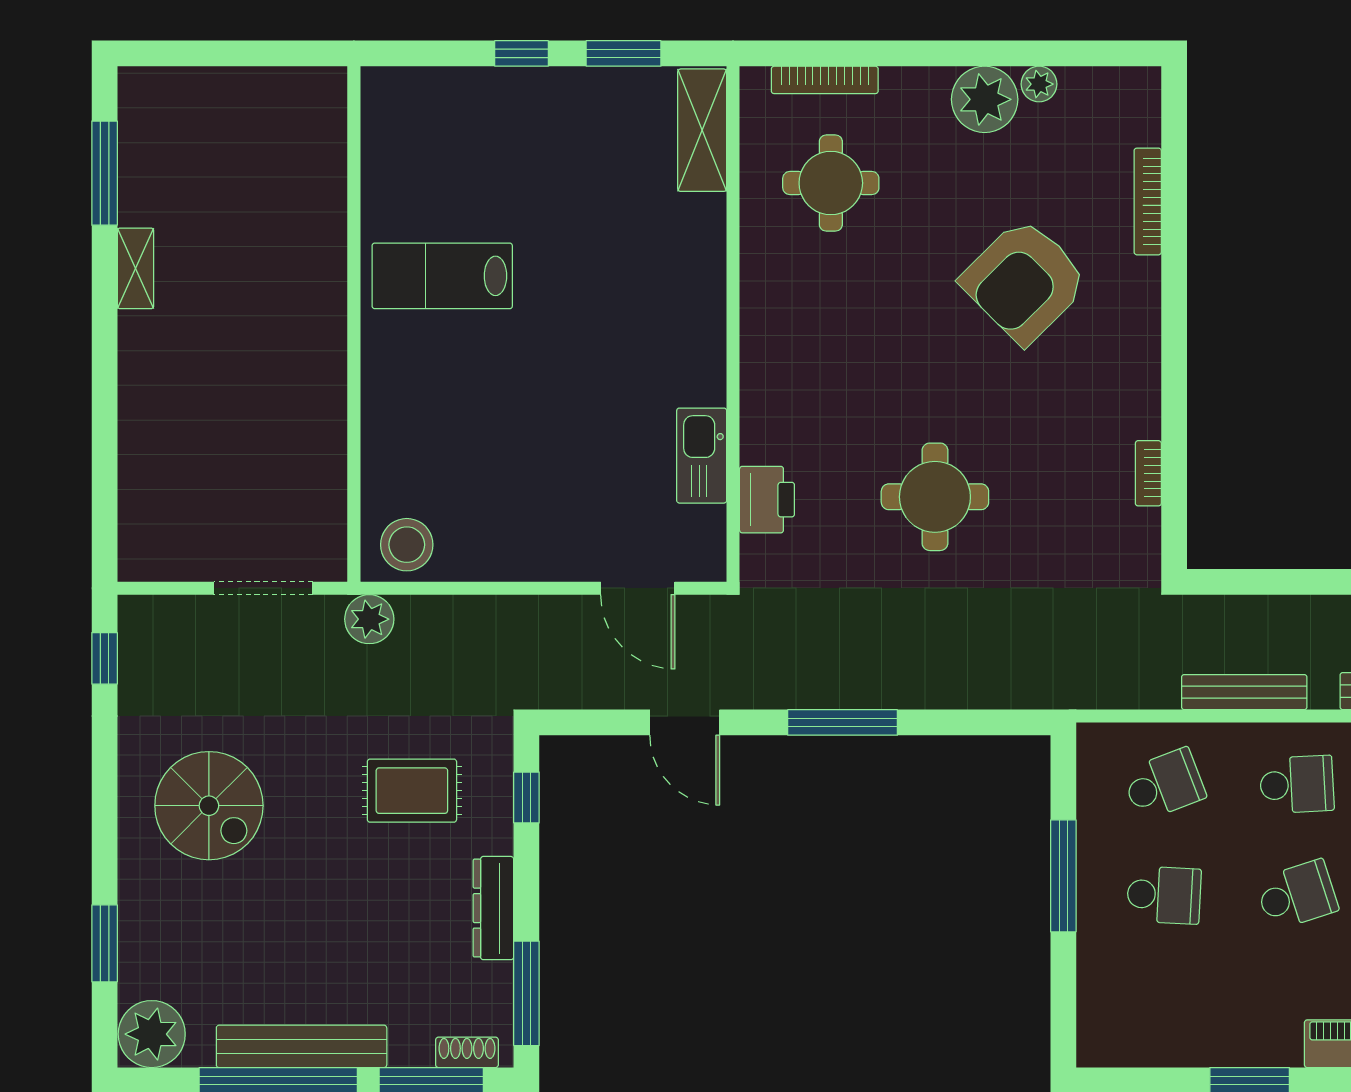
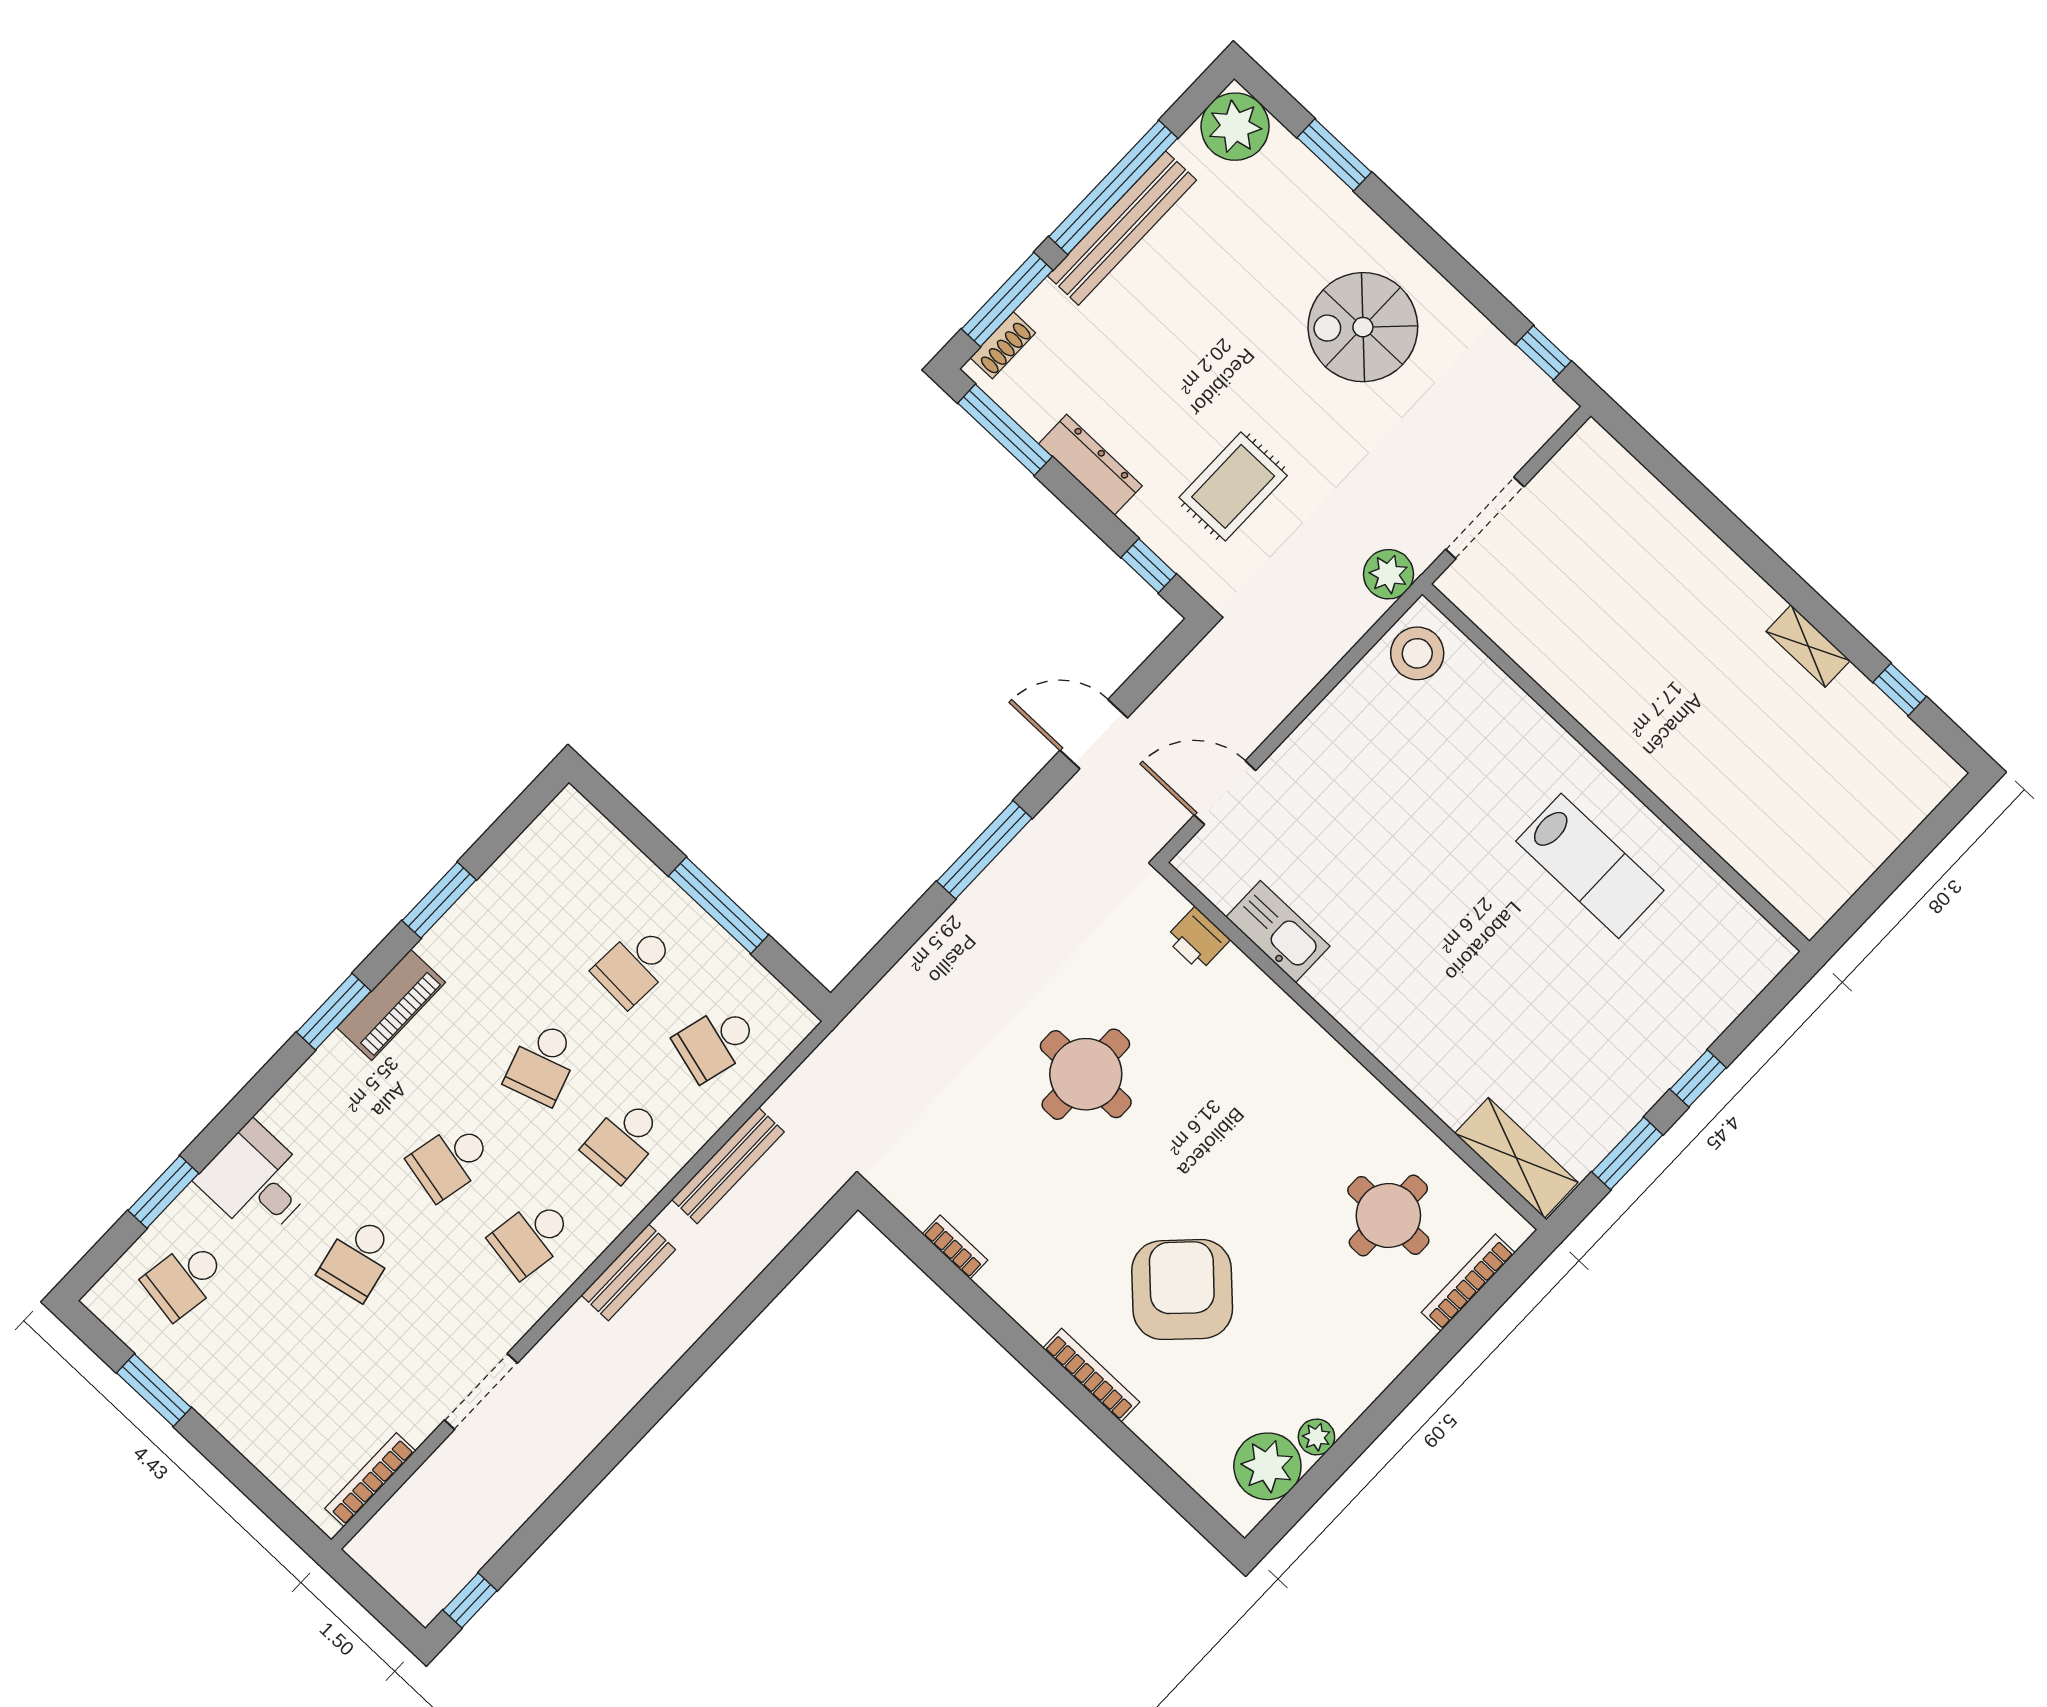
plant: (985, 99) -> (1267, 1466), moved
window: (105, 173) -> (1900, 689), width x0.46
bookcase: (1148, 201) -> (1091, 1375), moved
lab bench: (442, 276) -> (1590, 866), turned 90
printer: (767, 500) -> (1198, 939), width x0.73, depth x0.81
school desk: (1164, 784) -> (716, 1043), turned 36

